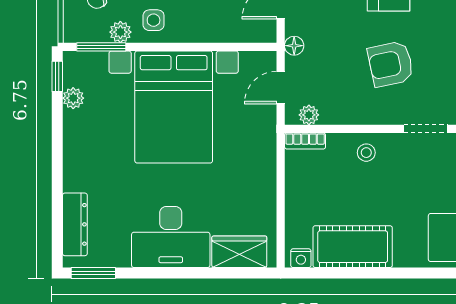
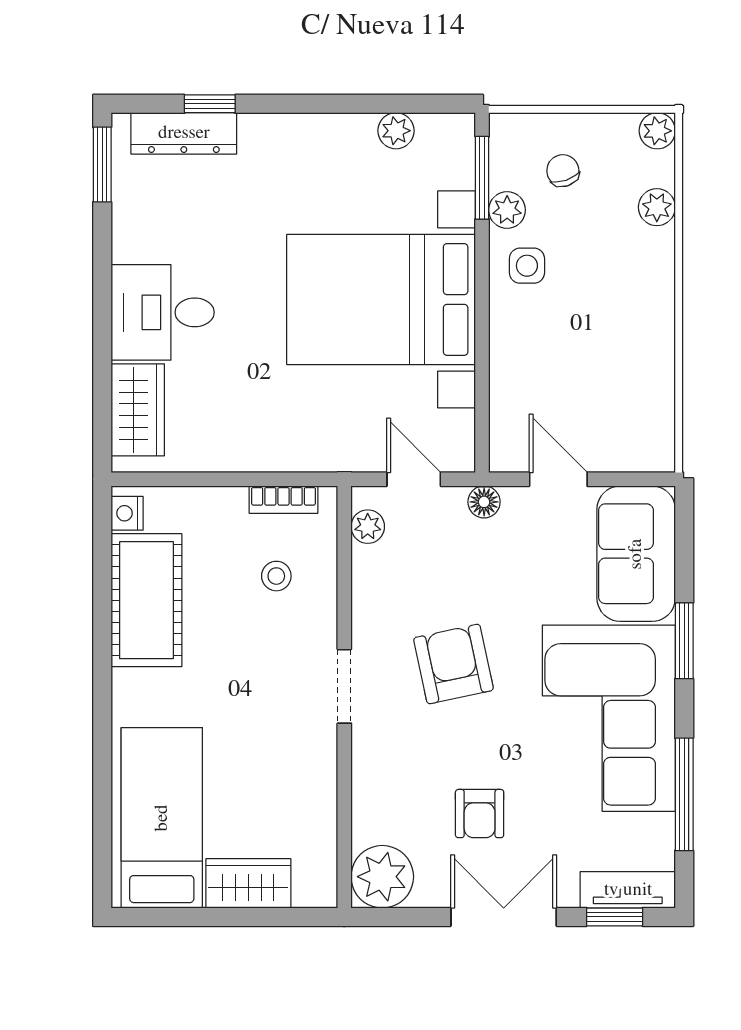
window: (57, 76) -> (210, 104), moved
doorway: (426, 129) -> (344, 686), moved
bookcase: (305, 141) -> (284, 500), moved, turned -90
stool: (366, 153) -> (276, 576), moved
desk: (171, 237) -> (163, 312), width x0.73

